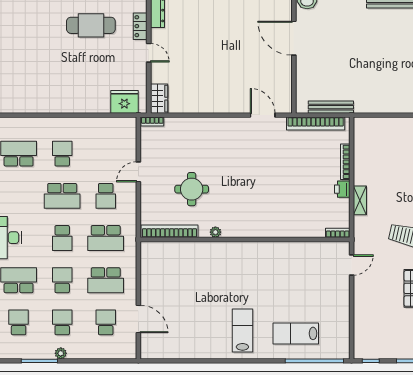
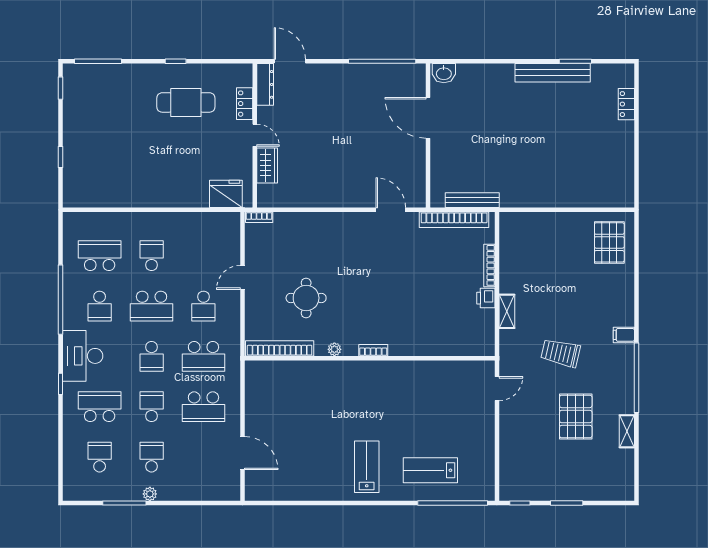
wardrobe: (159, 99) -> (267, 165), moved
bookcase: (338, 233) -> (373, 350), moved
school desk: (106, 322) -> (100, 306), moved, turned 180

